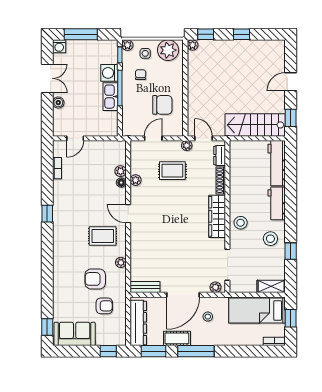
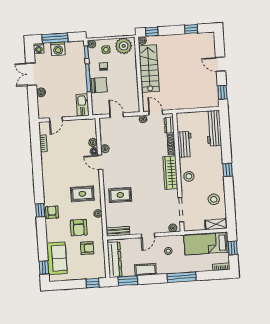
window: (241, 34) -> (191, 29), moved
washing machine: (109, 73) -> (58, 49), moved, turned -90
double door: (47, 78) -> (31, 74), swing flipped
door: (291, 82) -> (221, 64), hinge flipped
kitchen sink: (111, 97) -> (83, 105), moved
chair: (162, 105) -> (99, 85), moved
stairs: (255, 125) -> (149, 69), moved, turned 90
door: (153, 138) -> (117, 115), hinge flipped
rug: (172, 171) -> (120, 195), moved
workbench: (277, 203) -> (185, 144), moved, turned 180
window: (47, 214) -> (40, 210), moved
door: (128, 214) -> (100, 162), moved
stool: (270, 239) -> (214, 199), moved
window: (291, 251) -> (228, 170), moved
armchair: (62, 257) -> (52, 212), added
armchair: (95, 279) -> (79, 228), turned -90
door: (183, 295) -> (148, 235), width x0.53
sofa: (75, 334) -> (57, 258), moved, turned 90
window: (196, 351) -> (182, 277), moved

